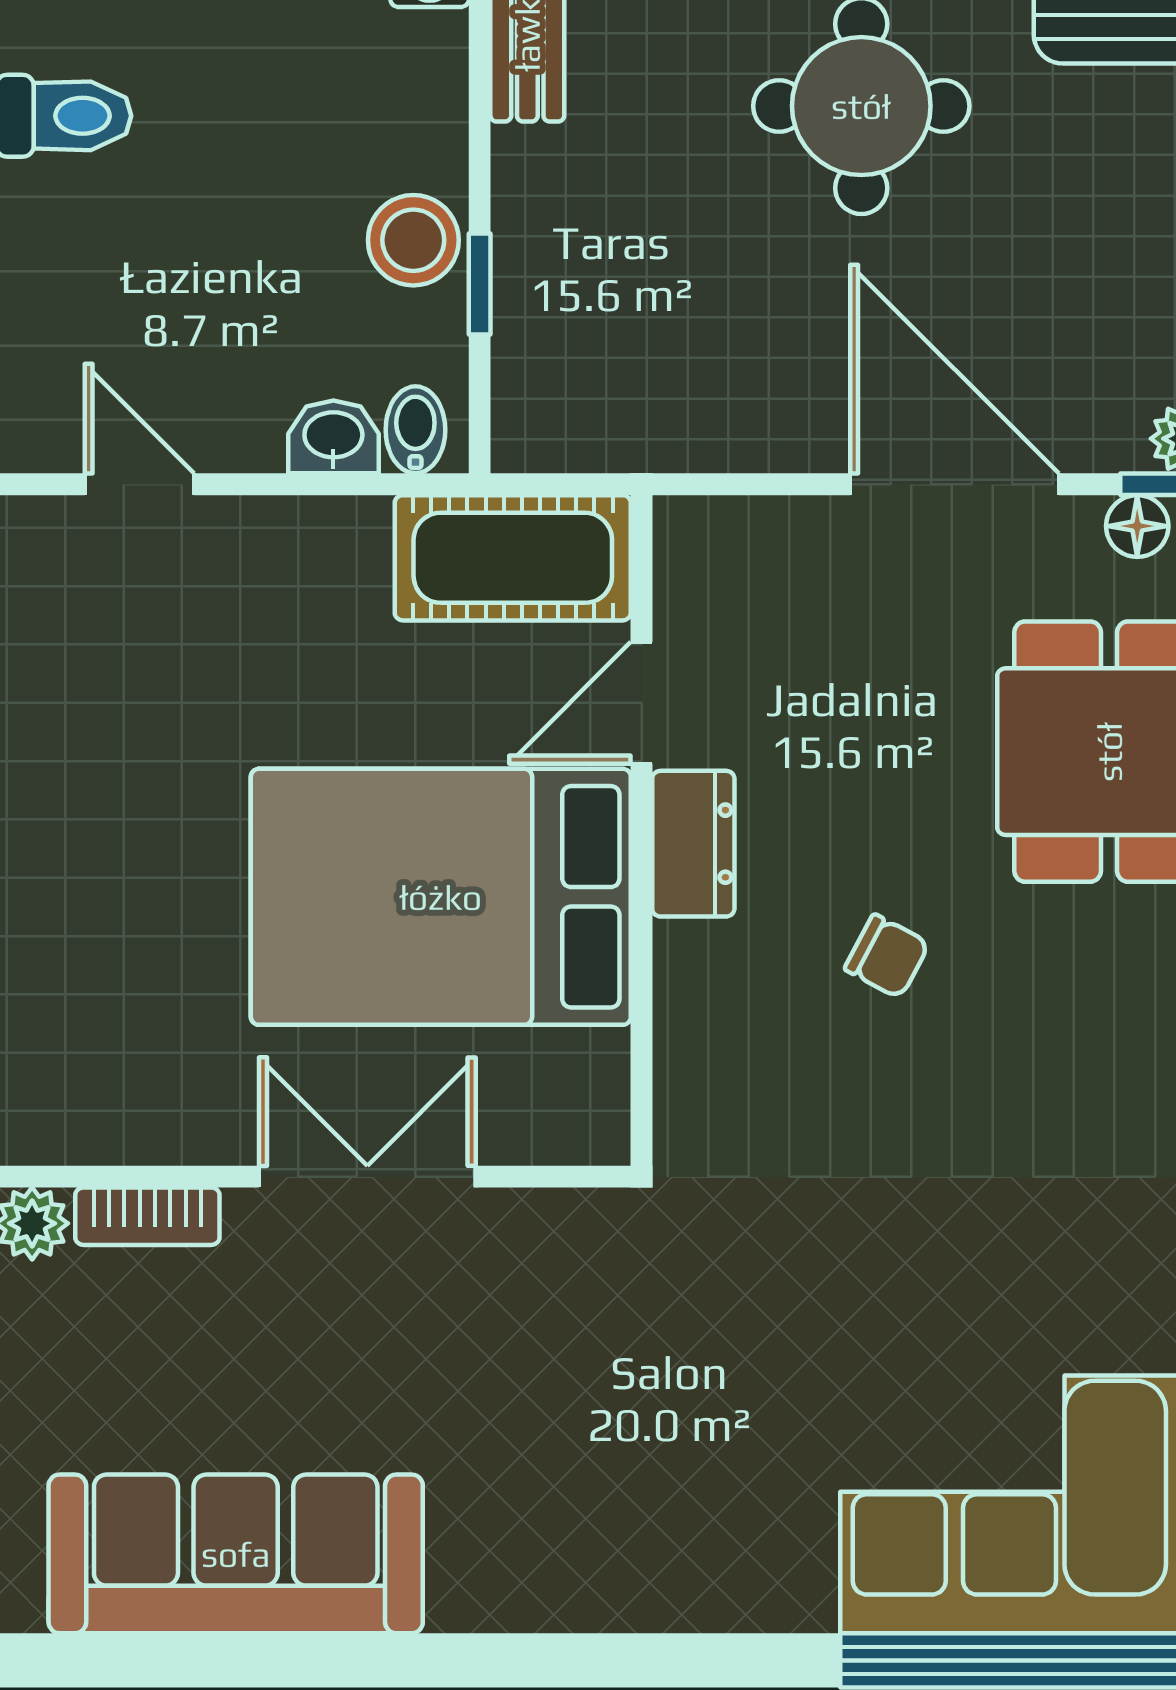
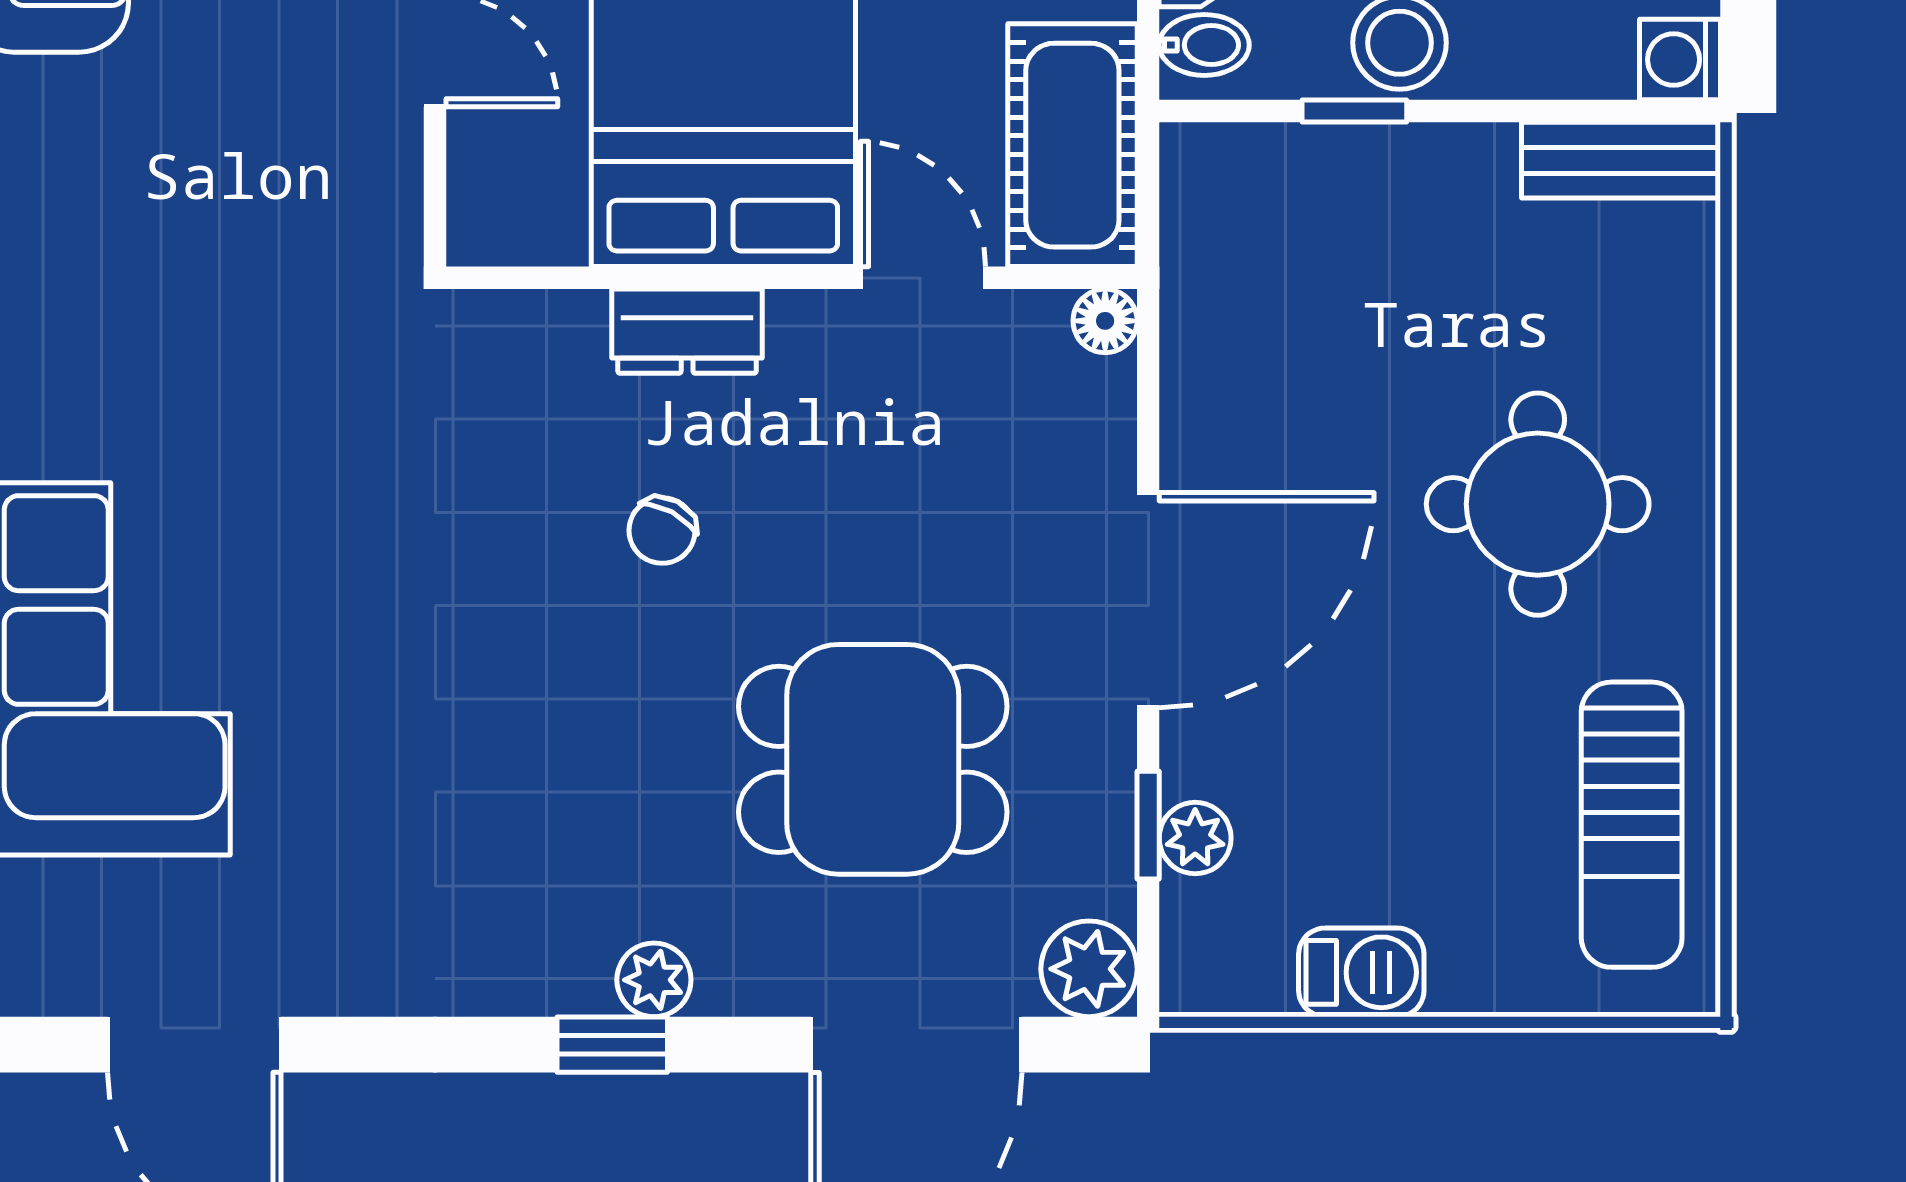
floor lamp: (1137, 526) -> (1105, 321), moved
dresser: (693, 844) -> (687, 331), moved

